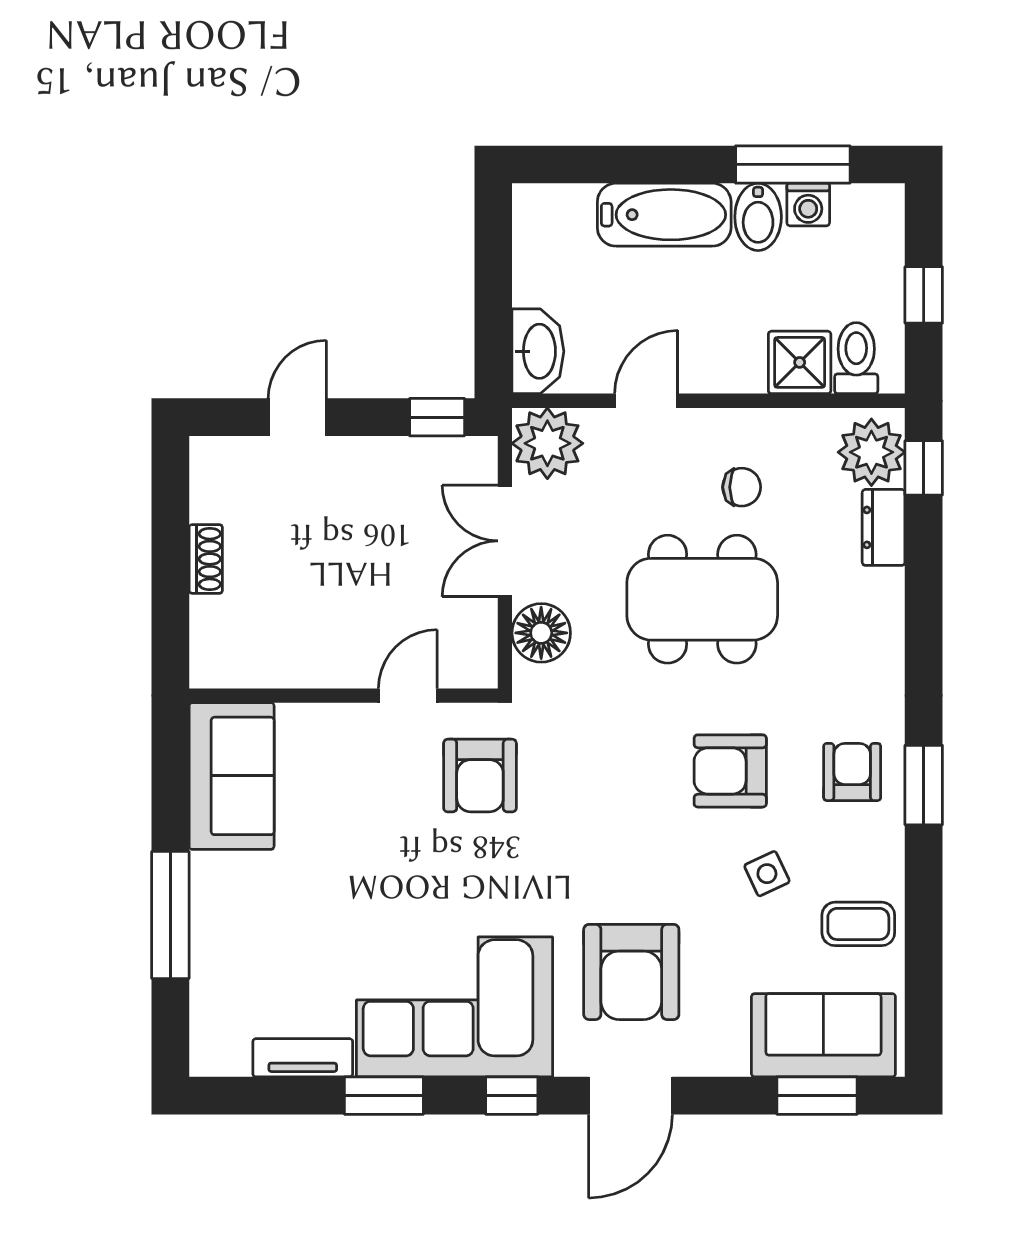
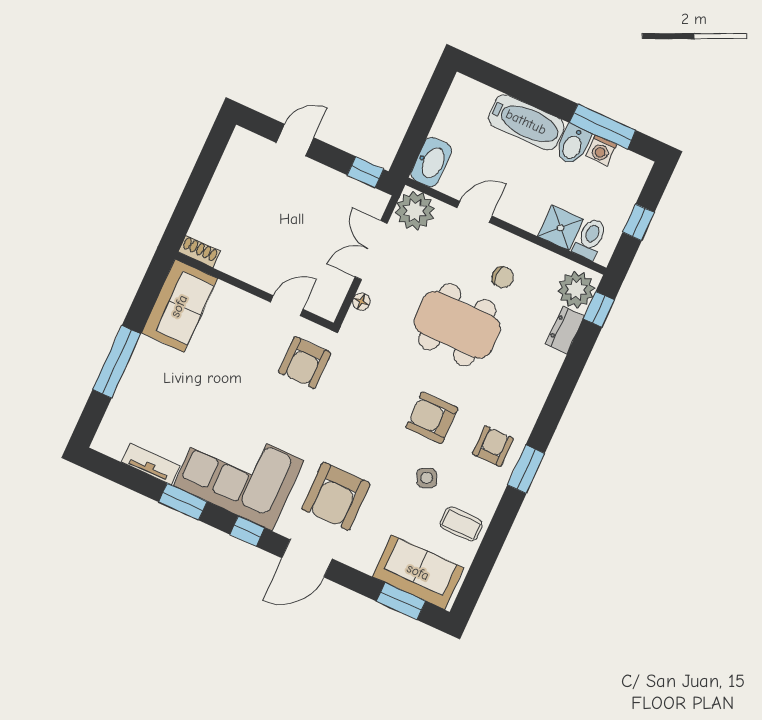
shoe rack: (206, 559) -> (199, 251), moved, turned -90
floor lamp: (541, 633) -> (361, 302), width x0.53, depth x0.53

